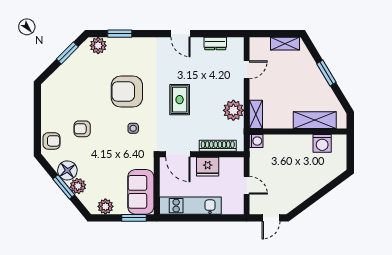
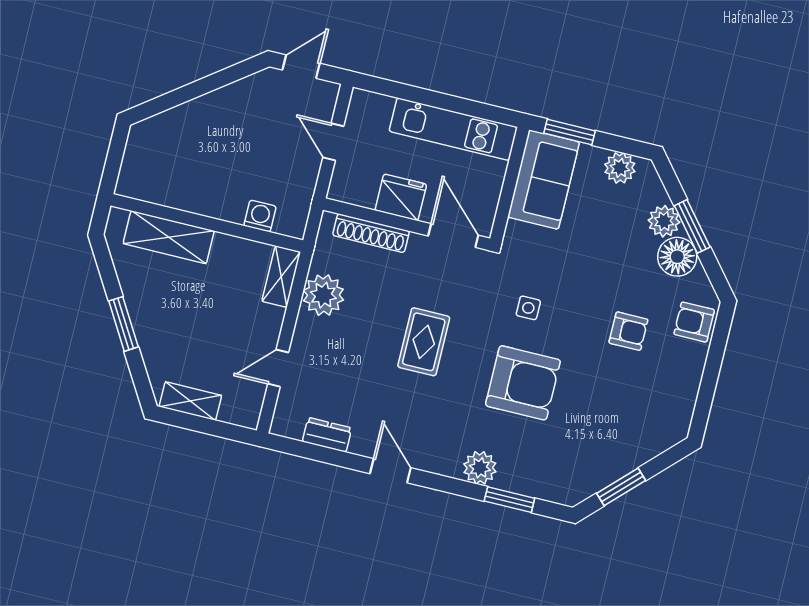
plant: (98, 46) -> (480, 468), moved
washing machine: (256, 141) -> (260, 216), moved, turned 90
washing machine: (322, 143) -> (165, 188), removed

